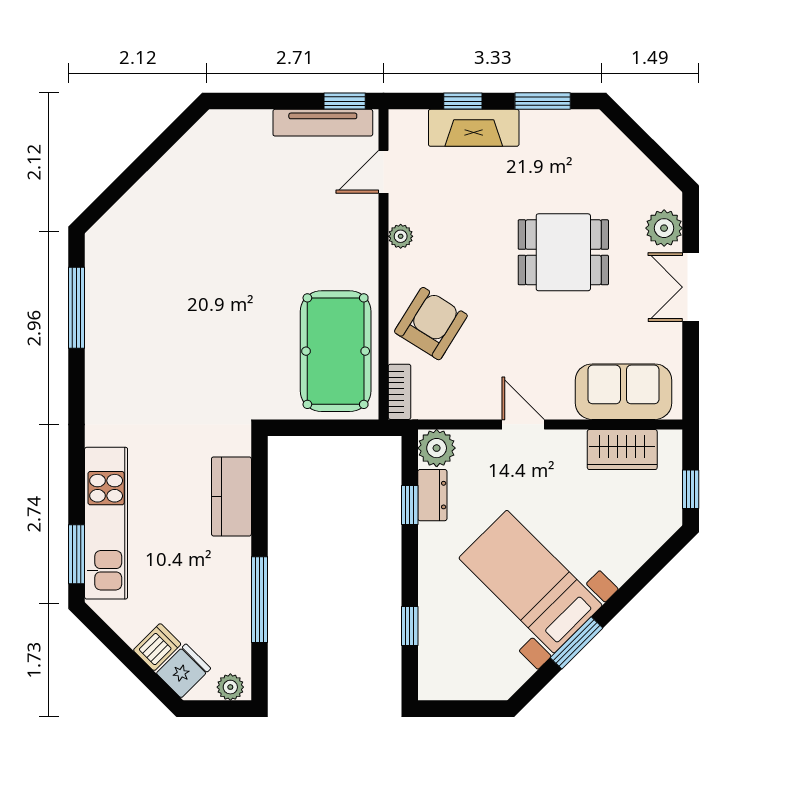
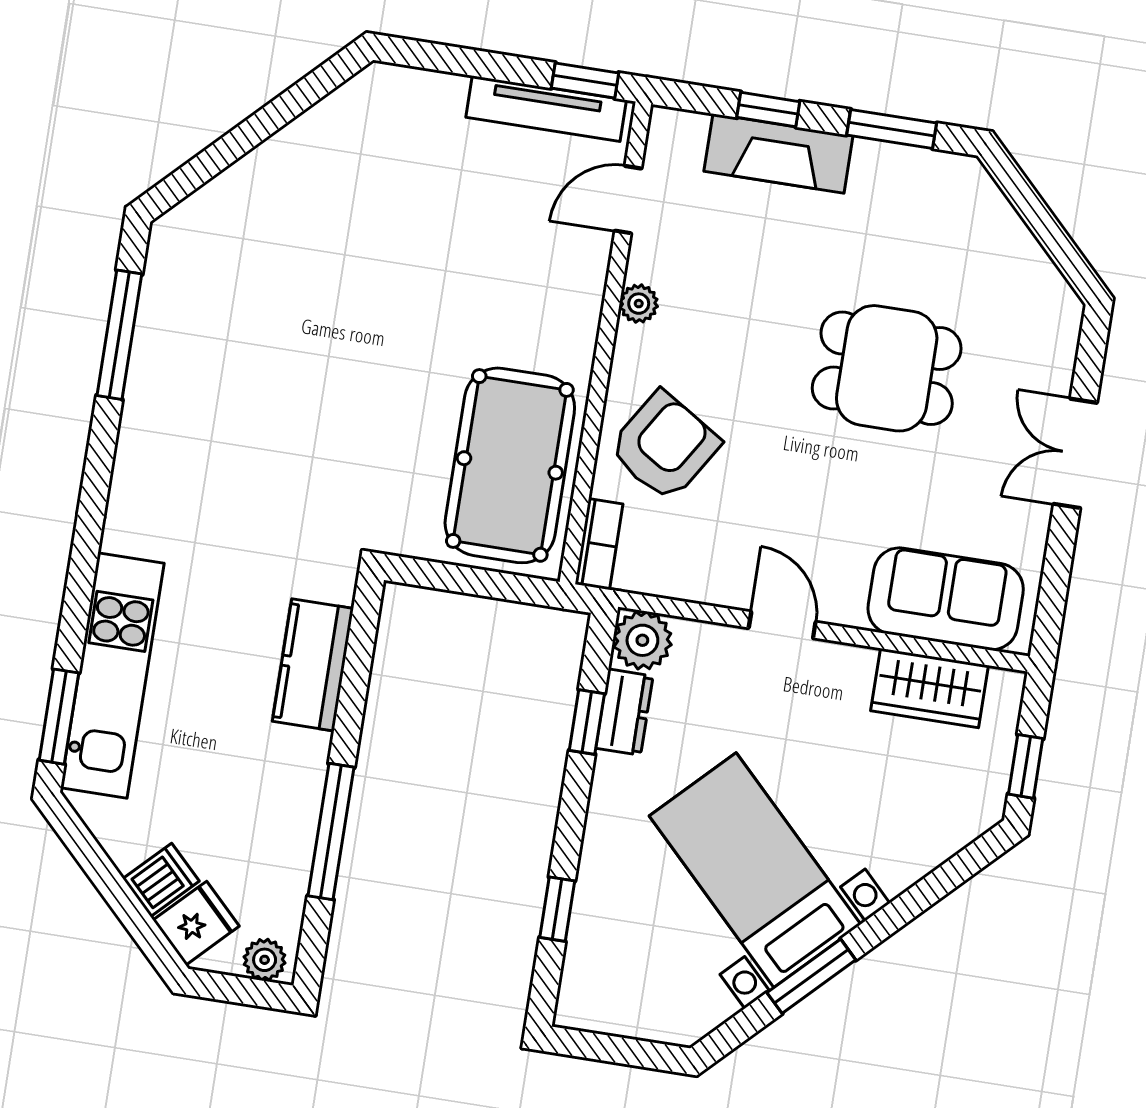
plant: (664, 228) -> (1049, 356), removed

